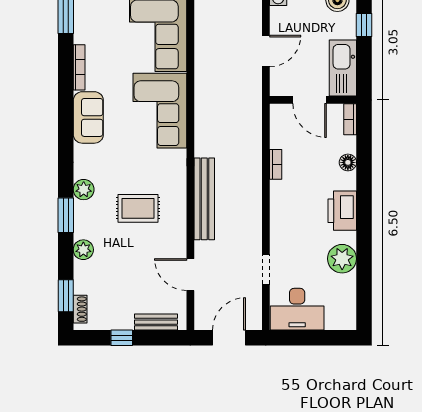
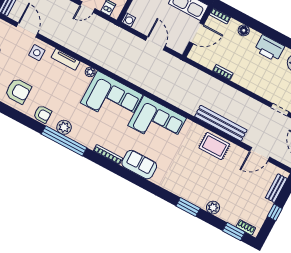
plant: (84, 190) -> (179, 189), removed
rug: (138, 208) -> (214, 146), moved, turned 90

